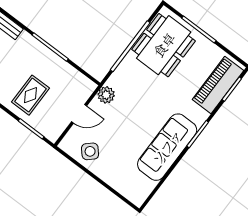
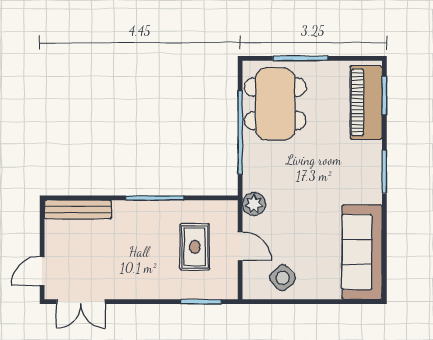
rug: (30, 95) -> (195, 247), moved
door: (79, 114) -> (240, 246), hinge flipped
sofa: (167, 147) -> (362, 252), moved

